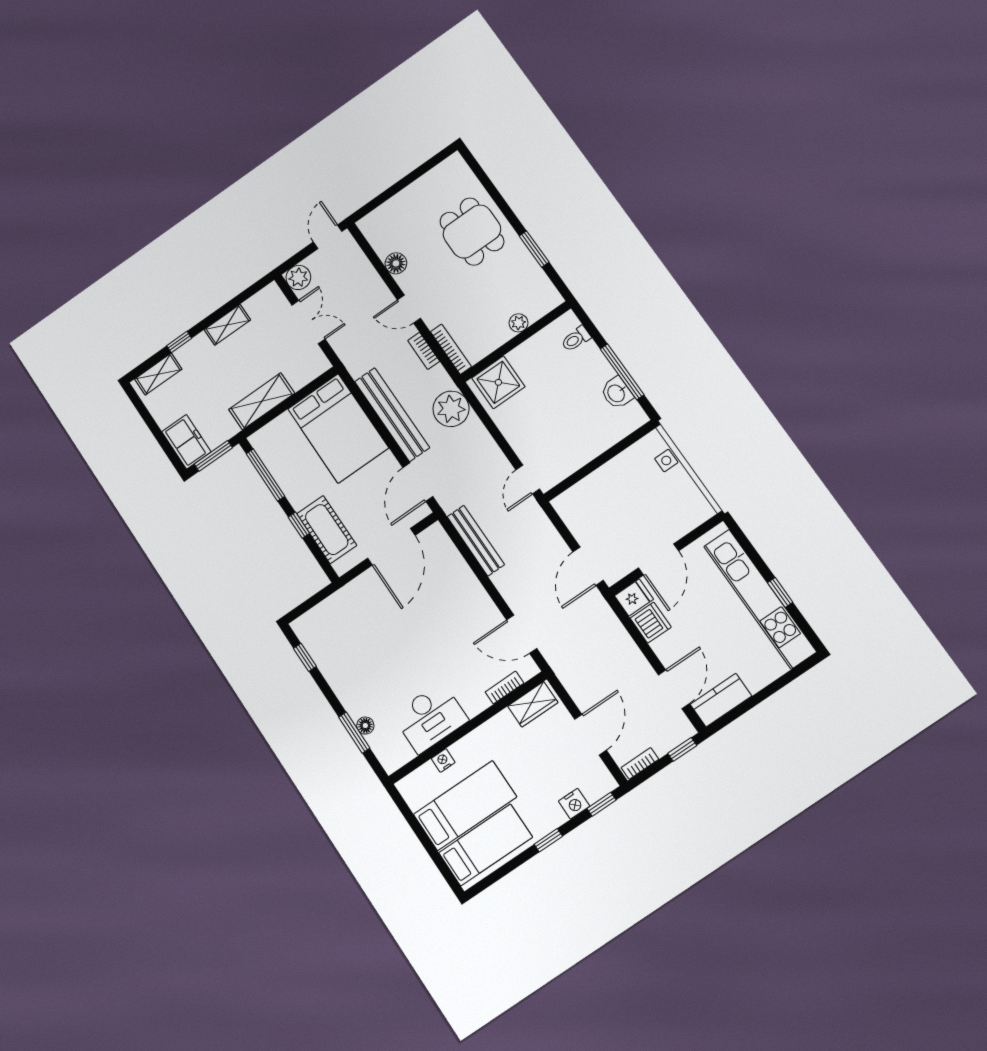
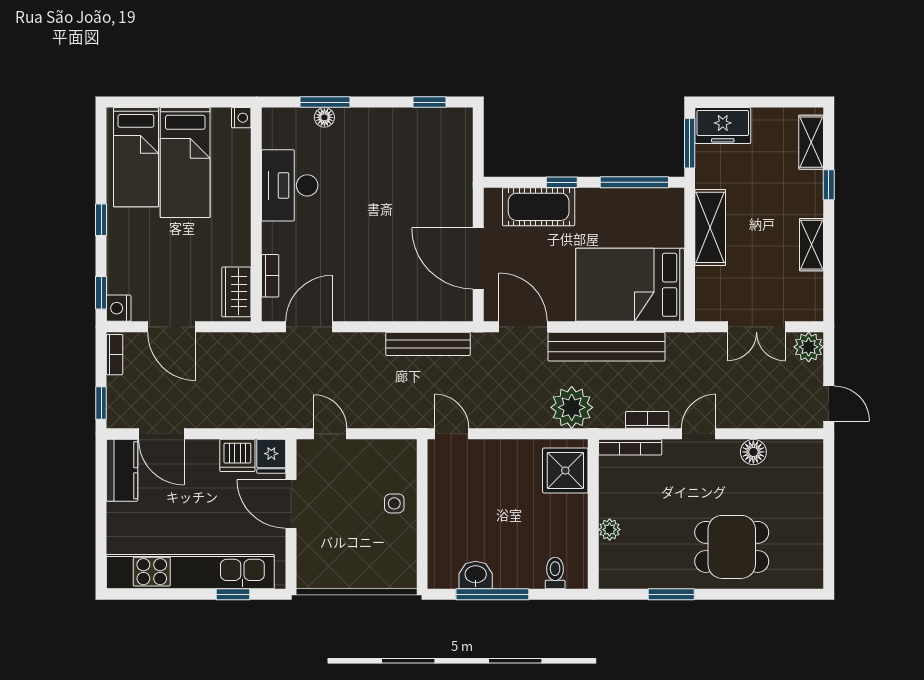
side table: (666, 461) -> (394, 503), moved
door: (588, 566) -> (330, 434), width x0.73
window: (780, 592) -> (233, 594), moved
nightstand: (443, 760) -> (241, 118), moved
nightstand: (574, 804) -> (119, 308), moved

